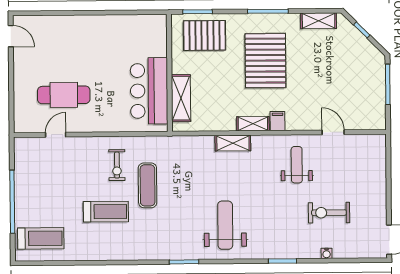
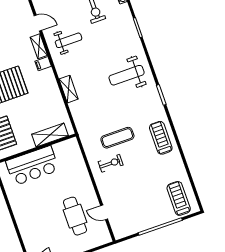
bar counter: (149, 91) -> (32, 166), moved
shelving: (253, 124) -> (39, 46), moved
door: (333, 132) -> (38, 23), swing flipped
weight bench: (297, 165) -> (69, 40), turned 180
treadmill: (106, 212) -> (161, 138), moved

